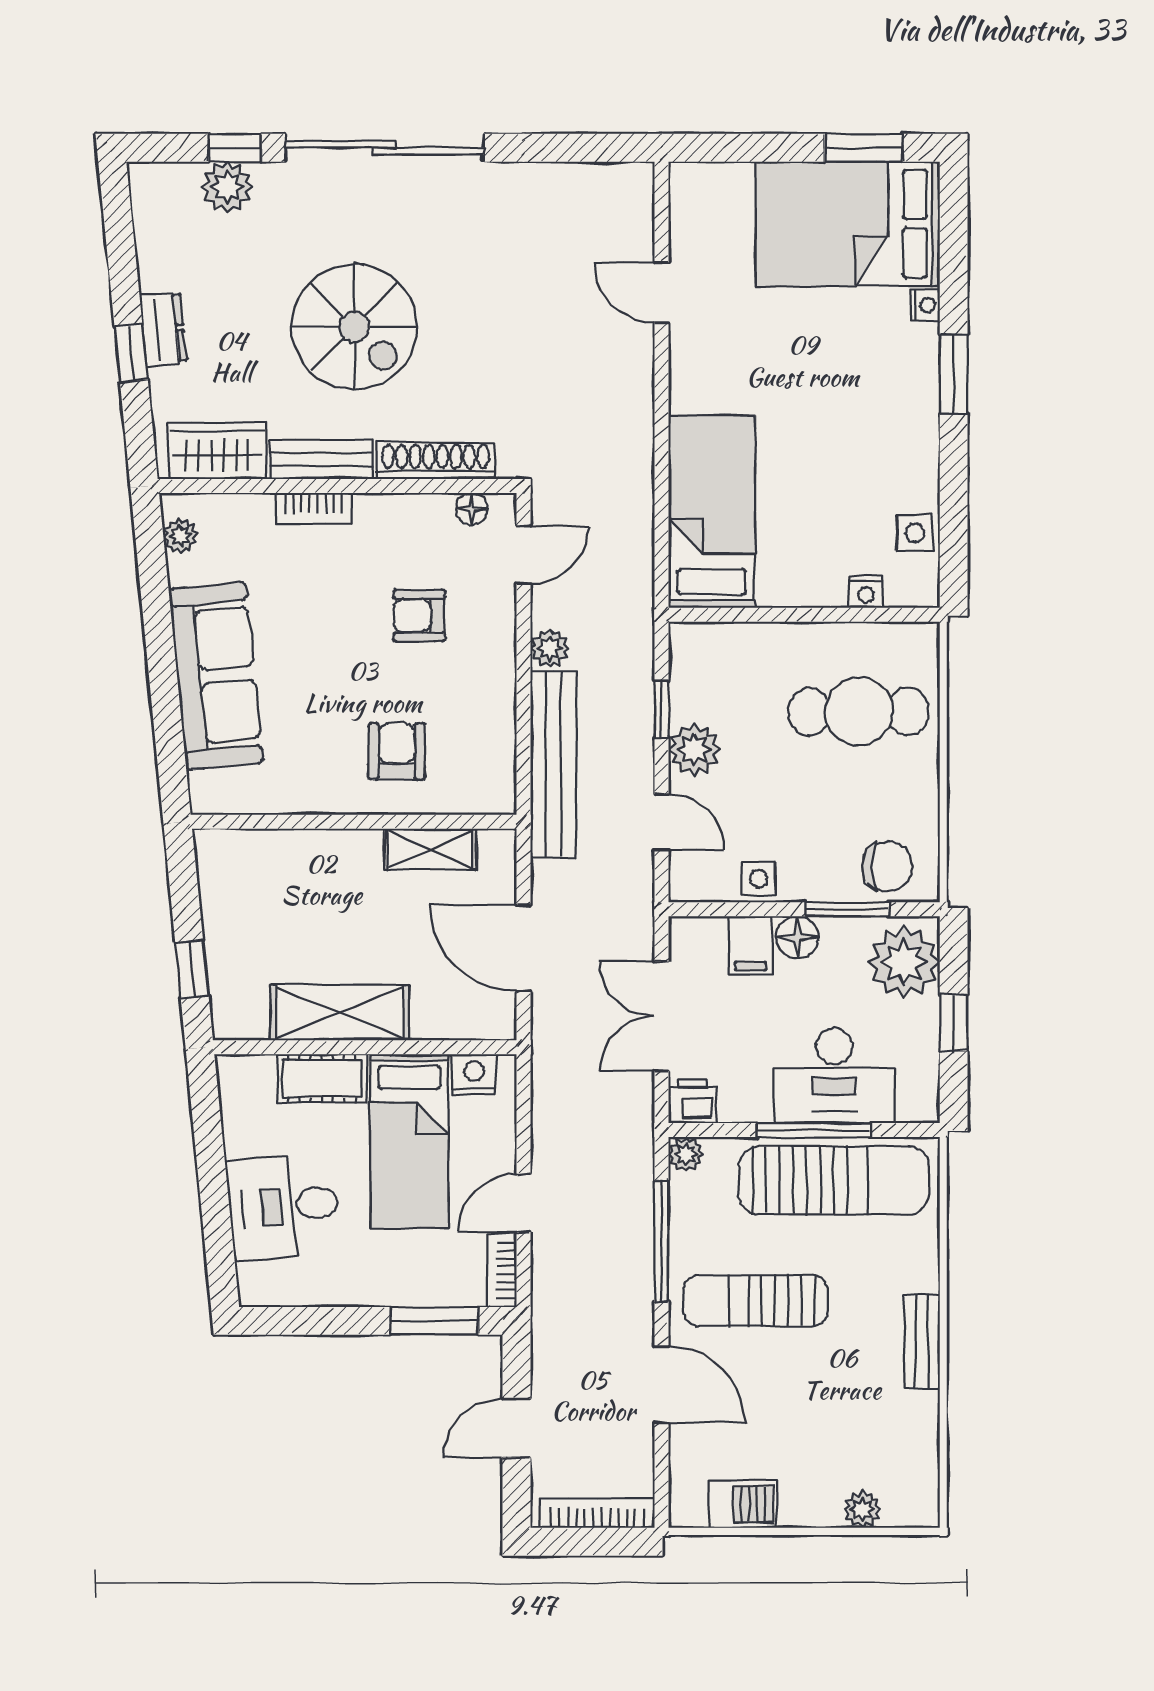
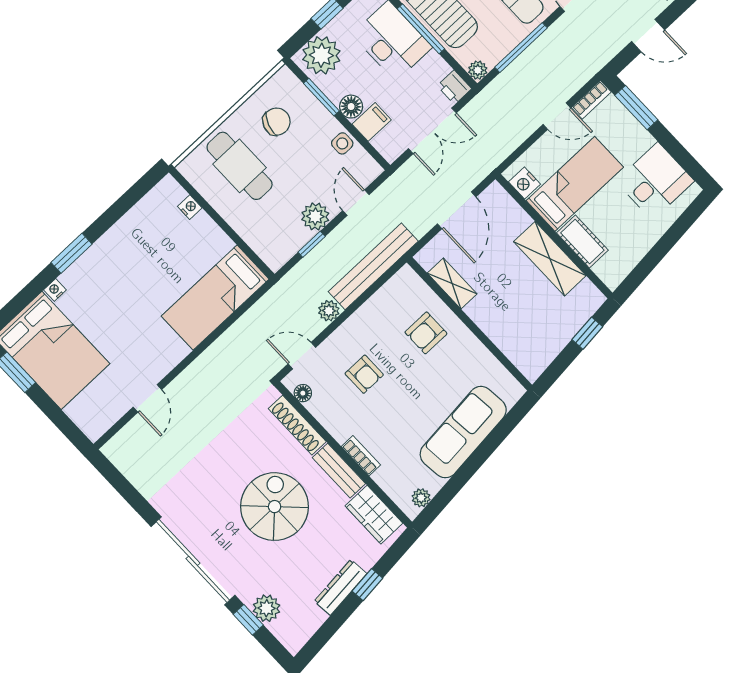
dresser: (163, 329) -> (341, 587), width x1.44
side table: (915, 533) -> (148, 210), removed
chair: (887, 866) -> (276, 122), moved, turned 109
desk: (283, 1206) -> (655, 181), moved, turned -84

